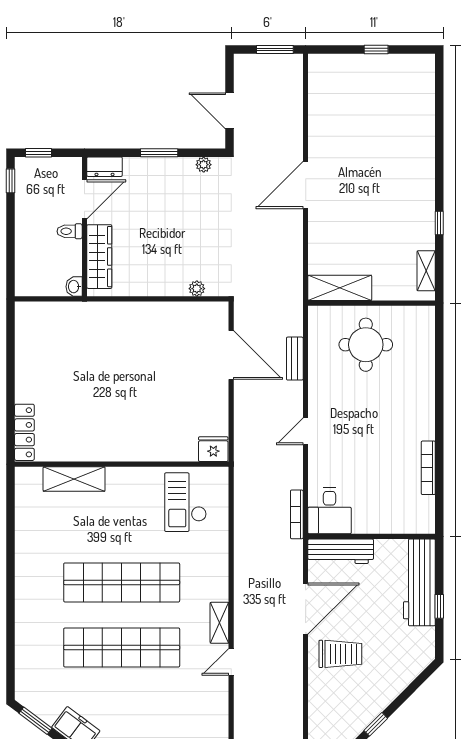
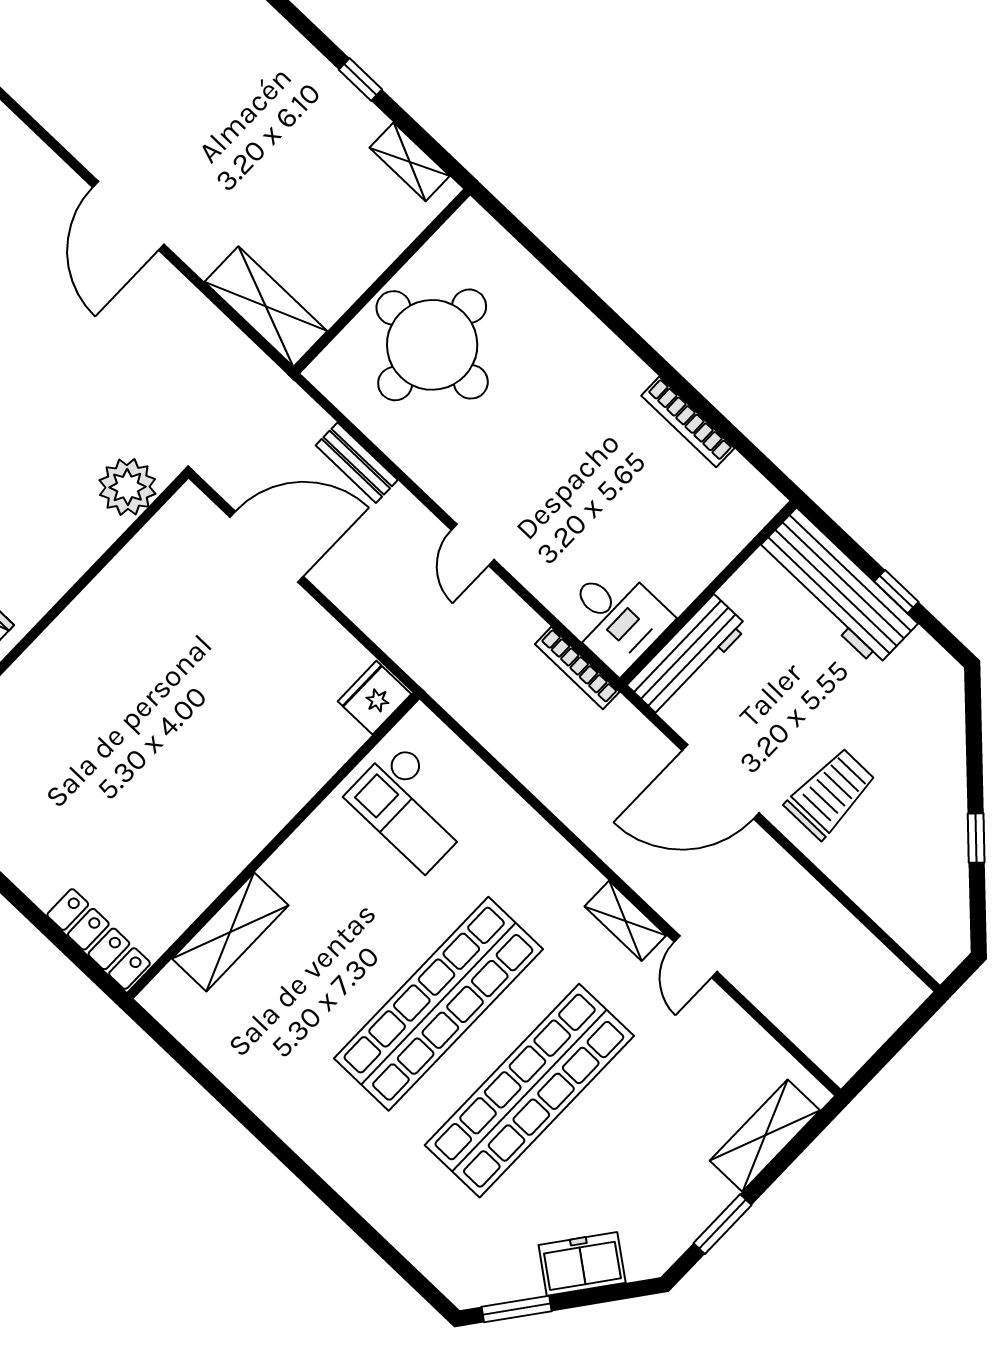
shelving: (340, 288) -> (266, 306), moved, turned 90
plant: (197, 289) -> (127, 487), width x1.88, depth x1.88
round table: (366, 345) -> (432, 345), width x1.36, depth x1.36
door: (306, 609) -> (721, 782), swing flipped

